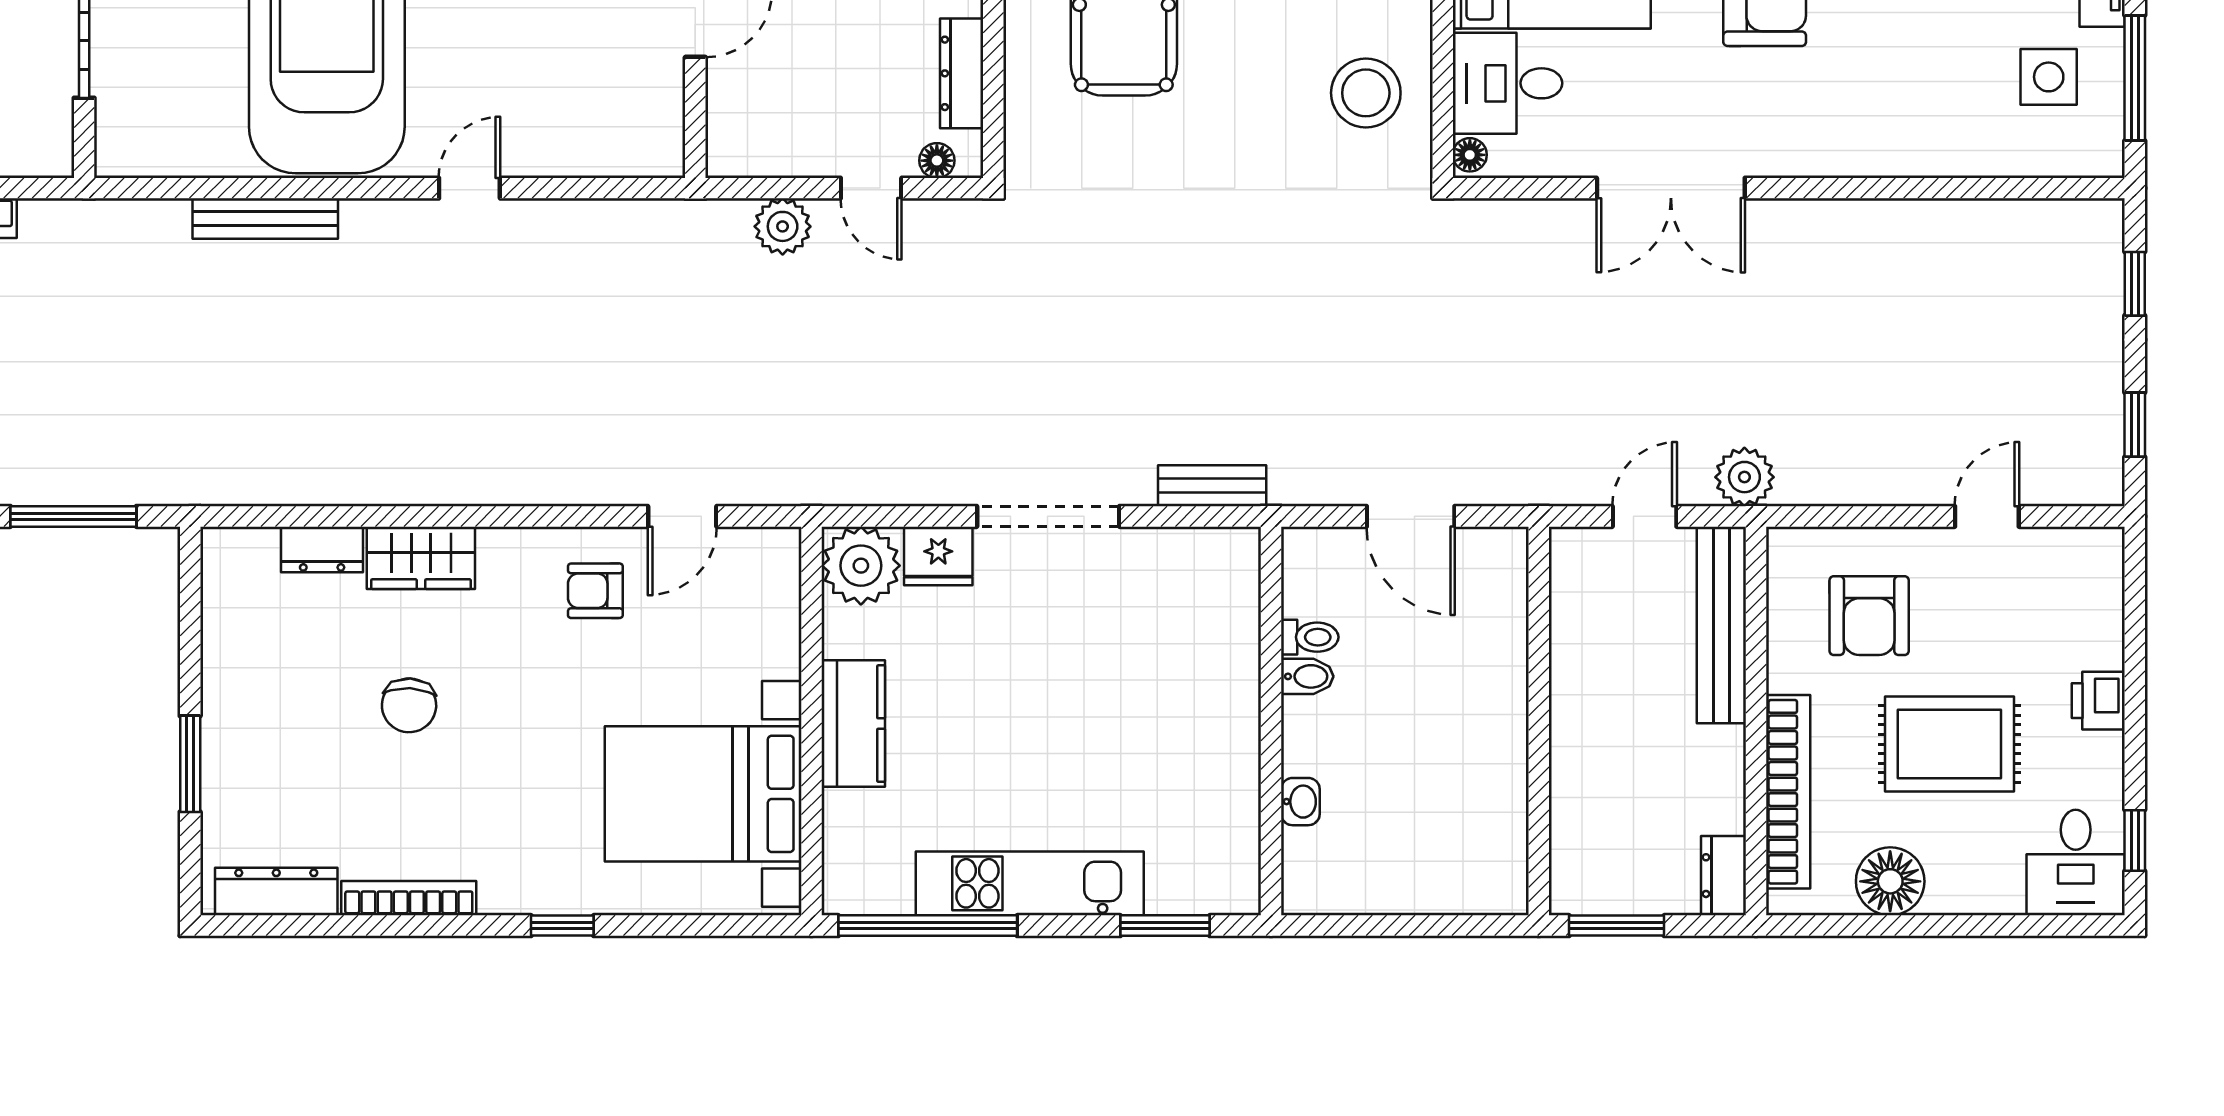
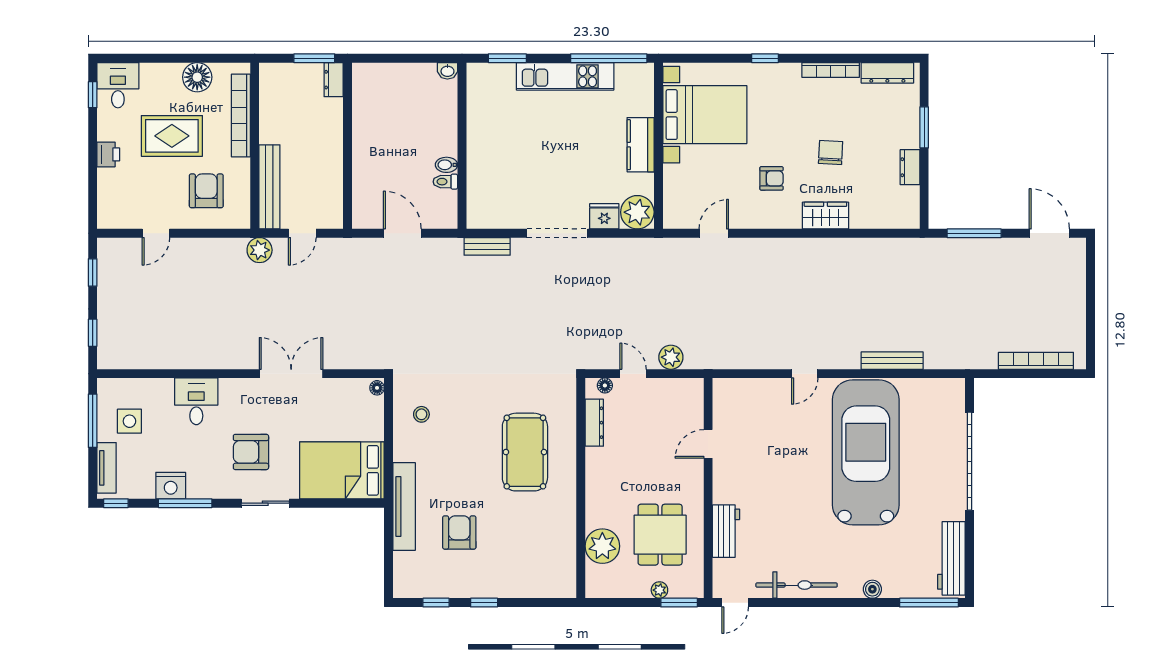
desk: (1508, 83) -> (196, 401), moved, turned -90
stool: (1366, 93) -> (421, 414), width x0.53, depth x0.53
dresser: (322, 549) -> (910, 167), moved, turned -90
armchair: (595, 591) -> (771, 178), moved
washbasin: (1300, 802) -> (447, 71), moved, turned -90
dresser: (1723, 876) -> (334, 80), moved, turned 180

